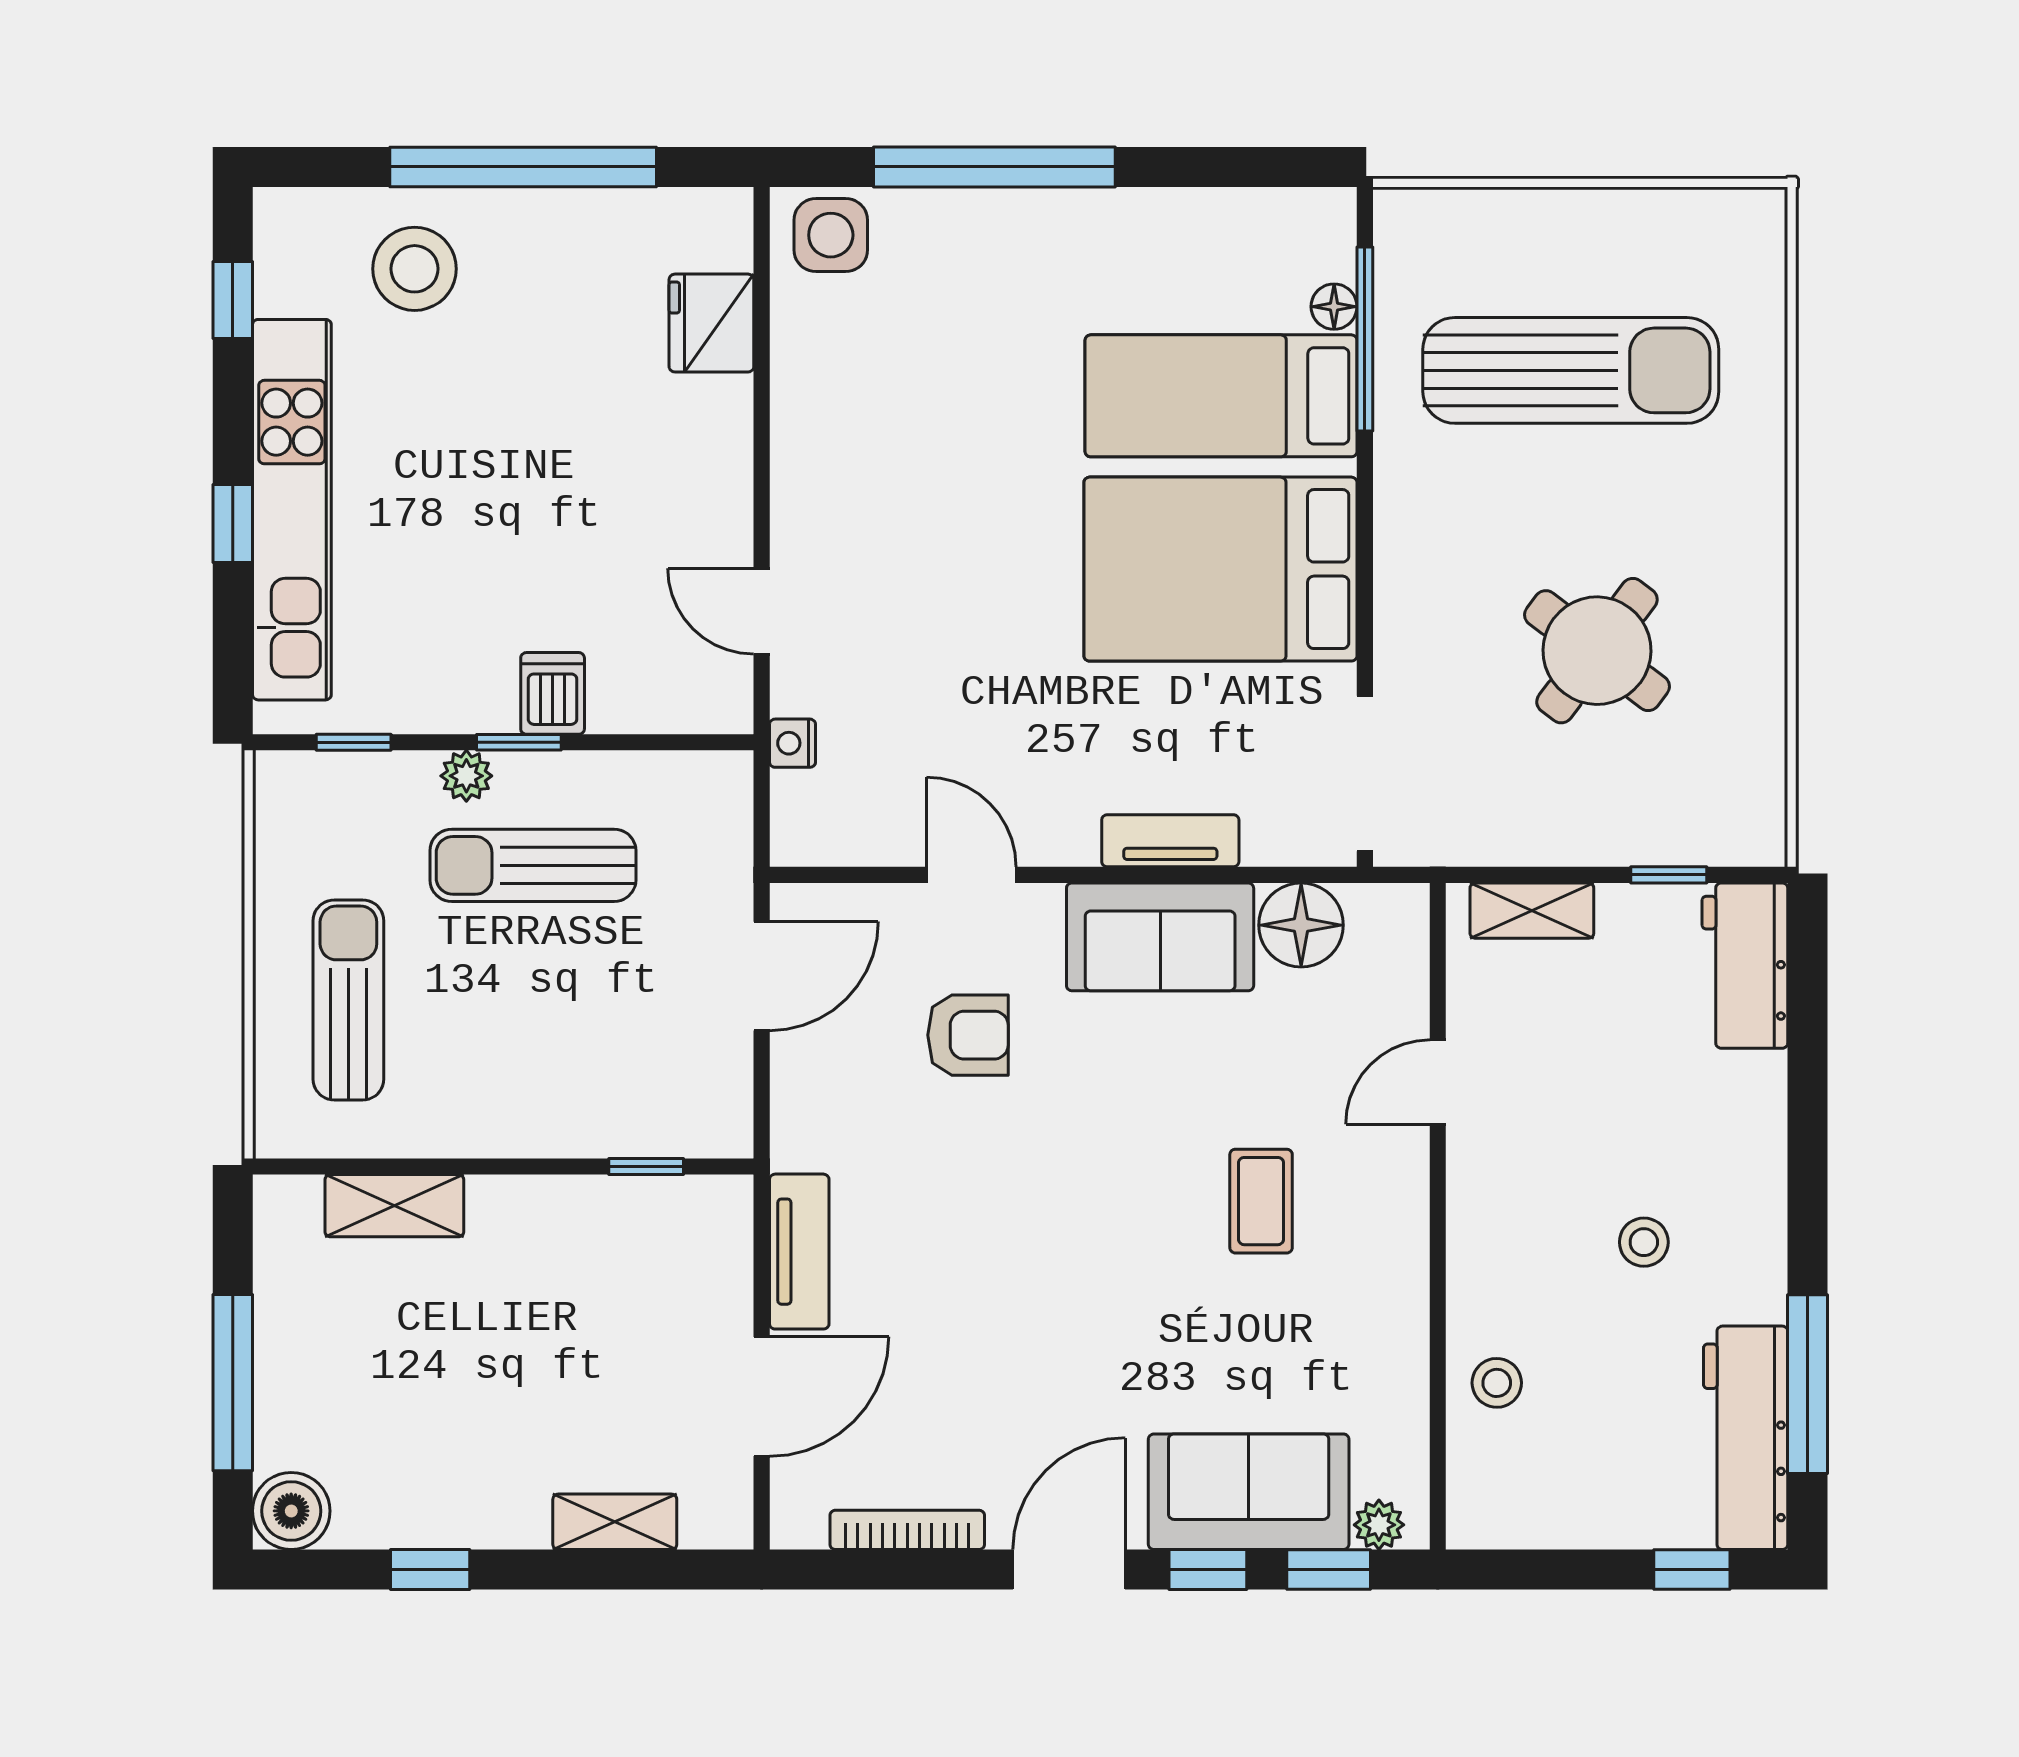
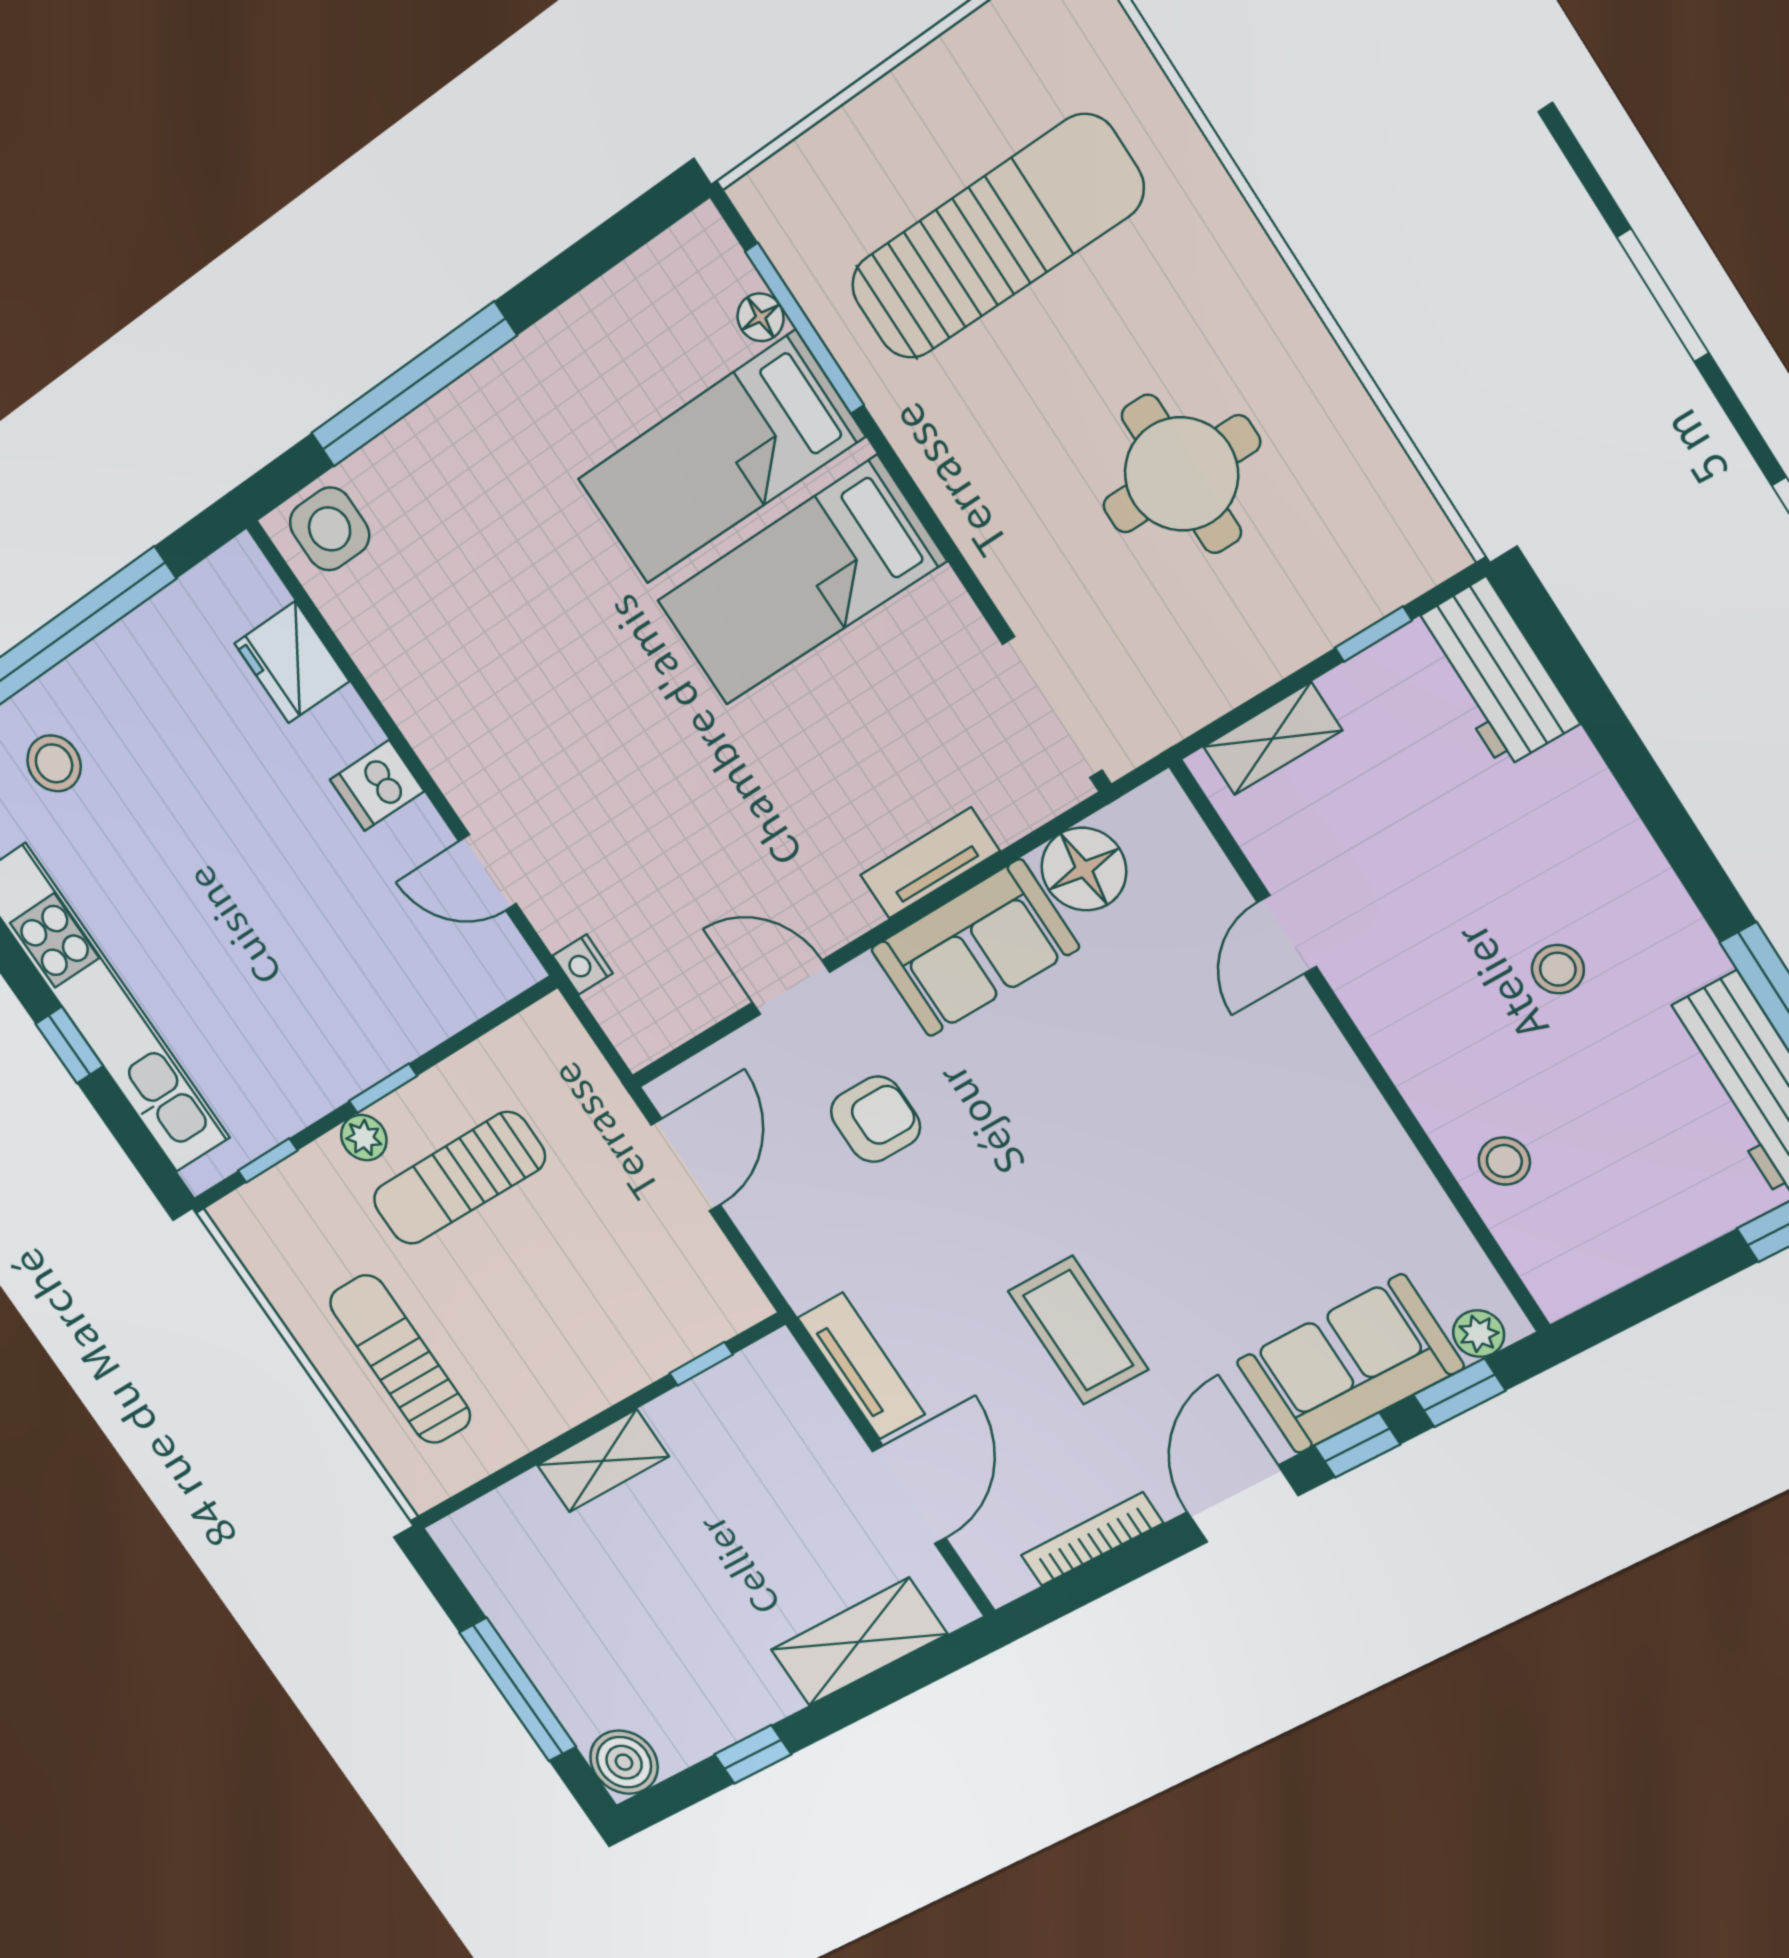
stool: (415, 269) -> (54, 763), width x0.73, depth x0.73
bed: (1220, 569) -> (801, 581), width x0.67
round table: (1597, 651) -> (1181, 474), turned -37
dishwasher: (553, 693) -> (377, 786), moved, turned -90
coffee table: (1261, 1201) -> (1078, 1330), moved, width x1.36, depth x1.30
shelving: (394, 1206) -> (603, 1461), moved
shelving: (615, 1522) -> (859, 1642), width x1.50, depth x1.33

